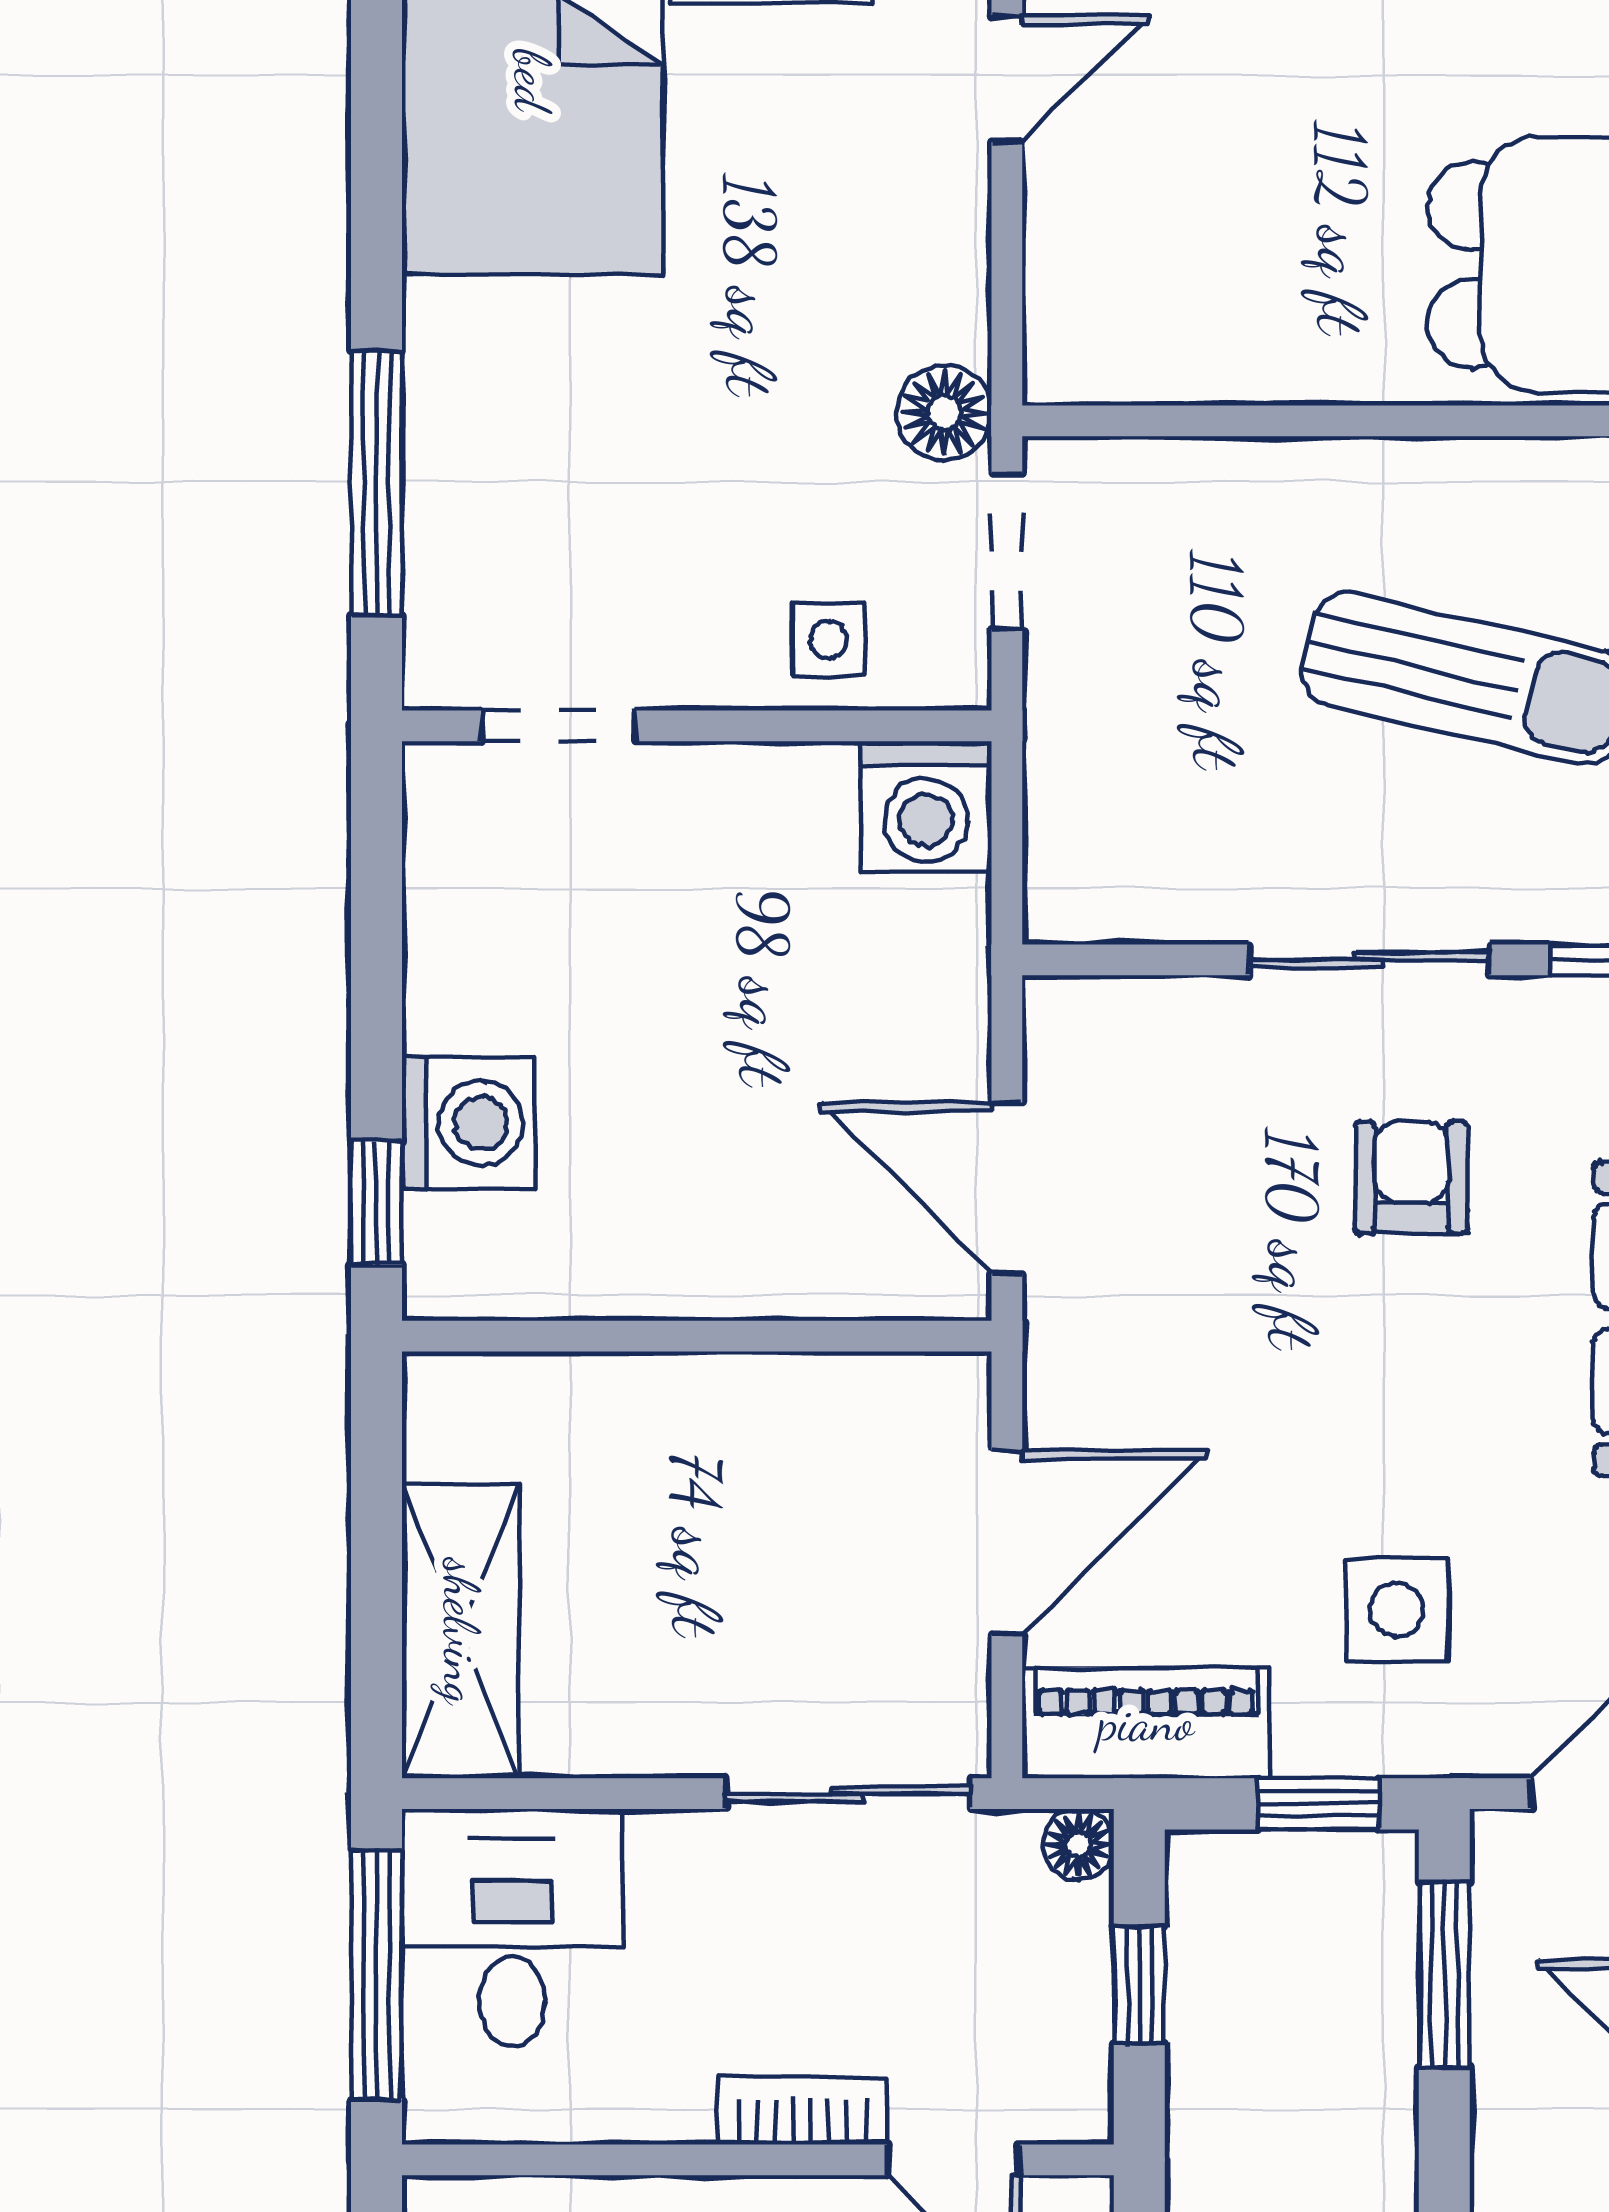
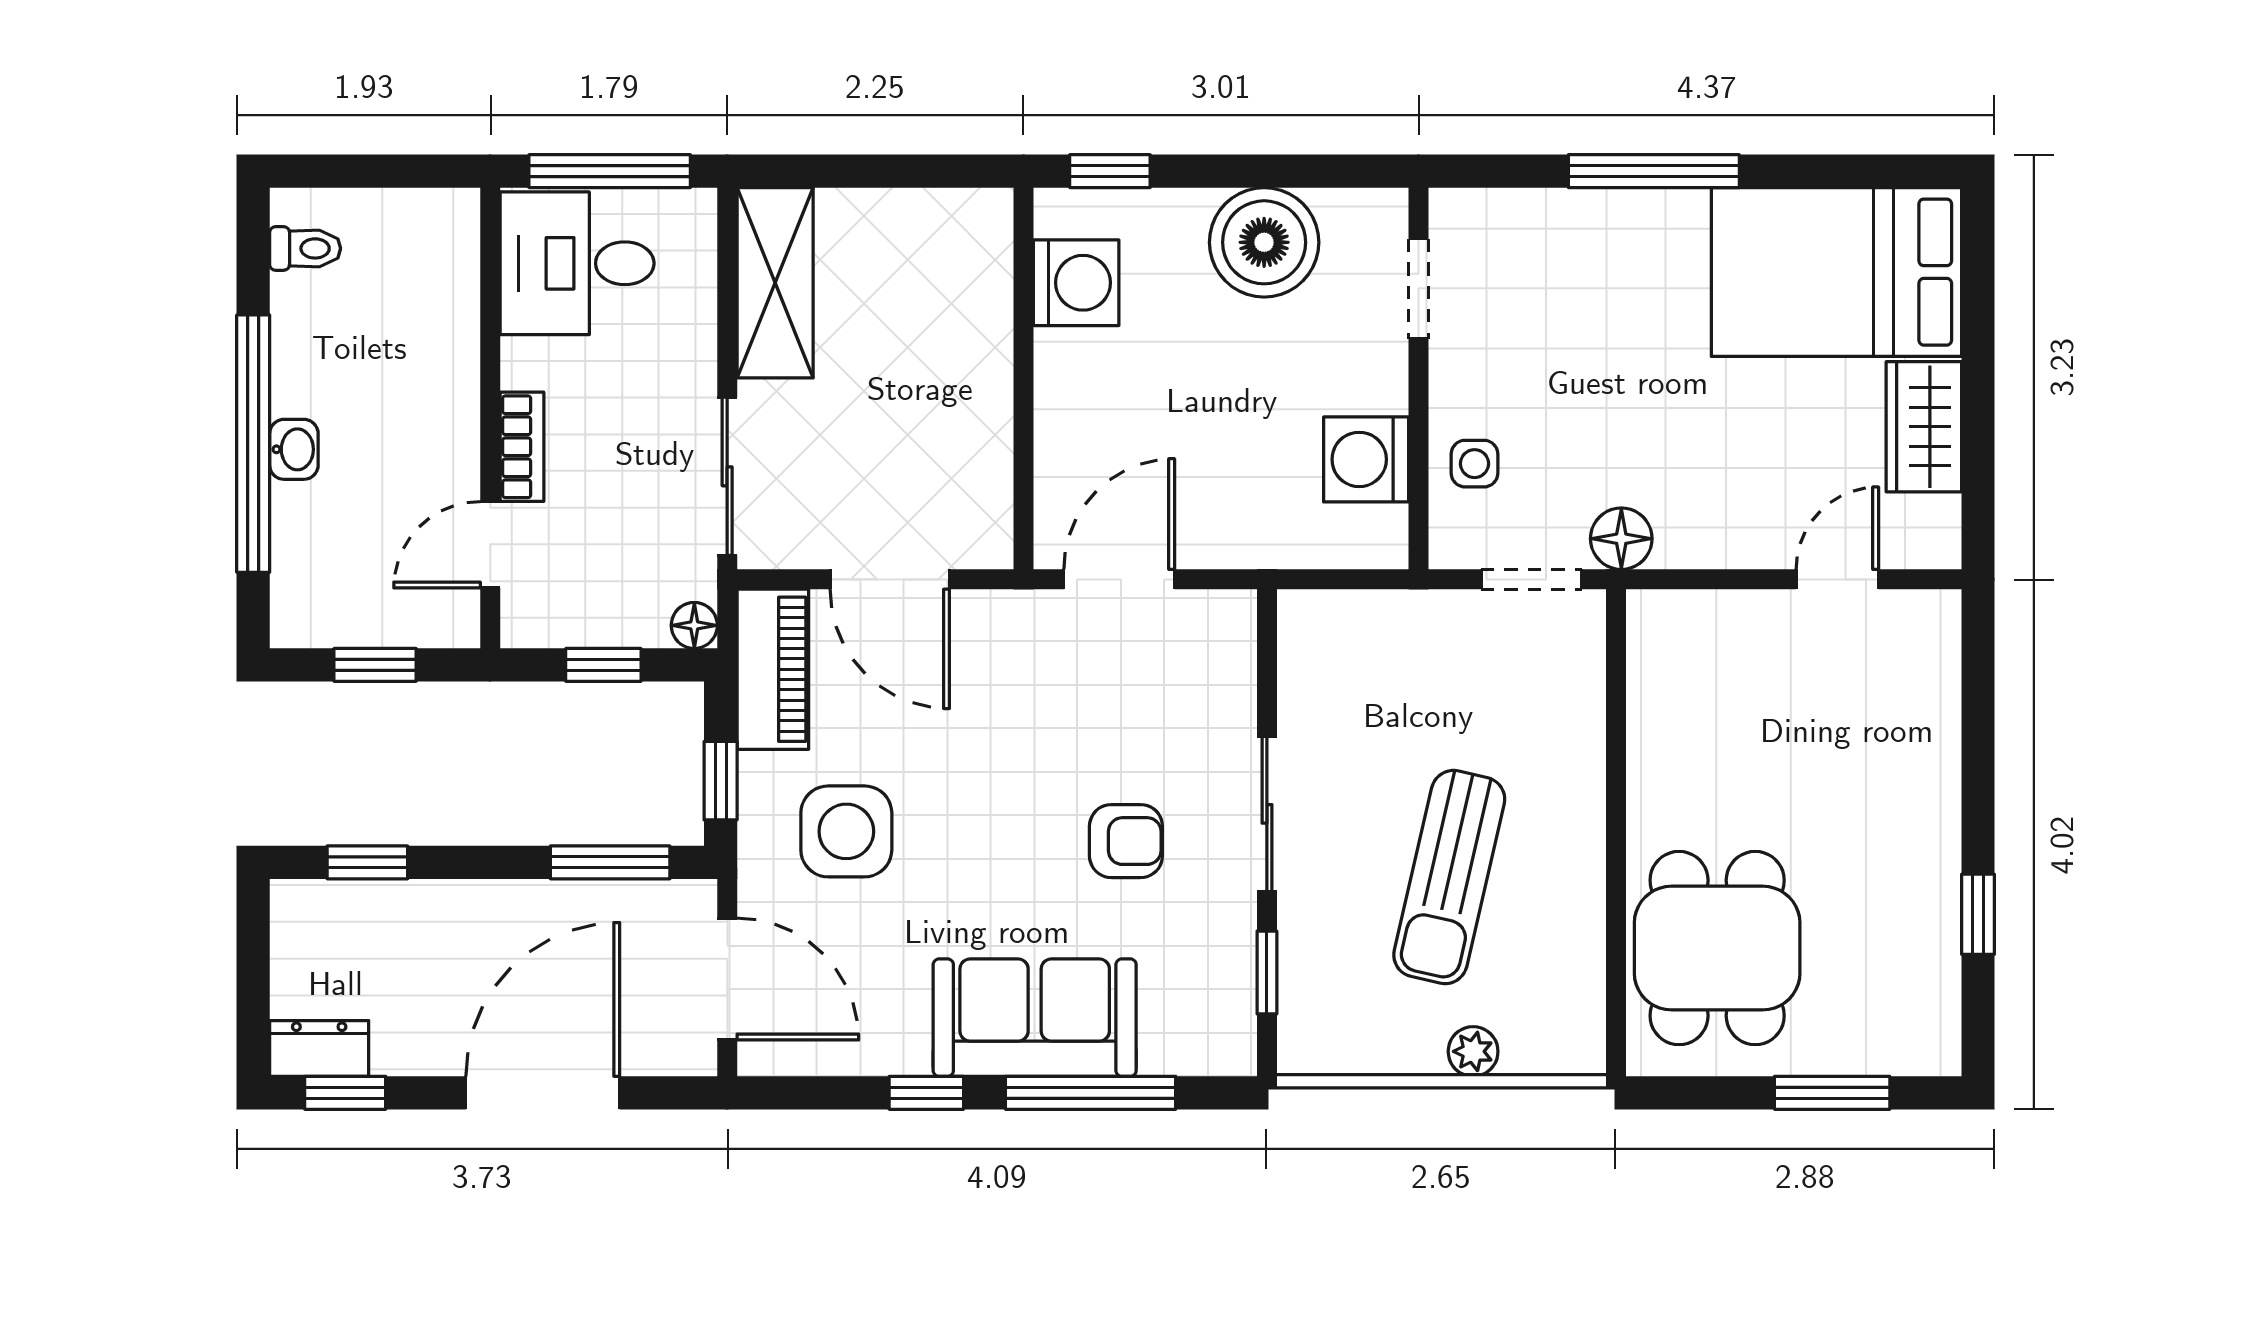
door: (1007, 79) -> (1837, 579), swing flipped
window: (376, 483) -> (1654, 171), moved
washing machine: (926, 807) -> (1366, 459), moved
boiler: (486, 964) -> (1264, 242), added
washing machine: (468, 1123) -> (1076, 283), moved, turned -90
side table: (1396, 1610) -> (846, 831), width x1.37, depth x1.37
shelving: (461, 1631) -> (775, 283), moved, turned 90
desk: (512, 1928) -> (577, 263), moved, turned 180

